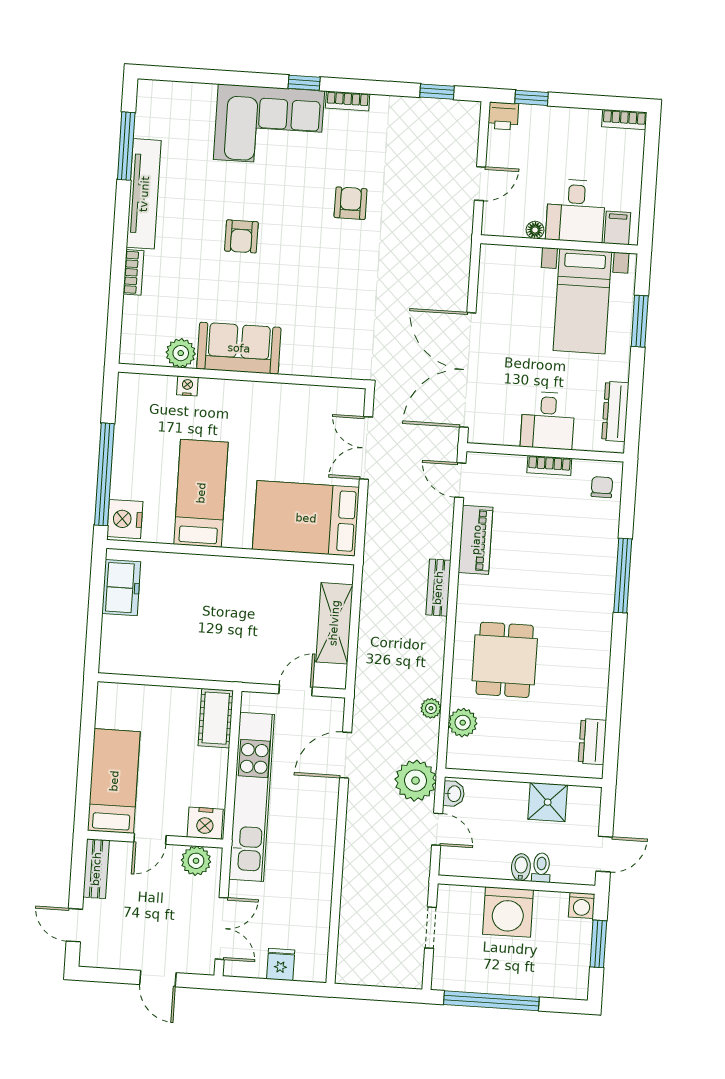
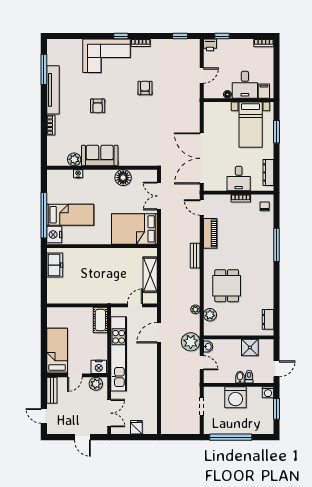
floor lamp: (288, 401) -> (123, 178), added
bed: (201, 493) -> (70, 215), moved, turned 90

